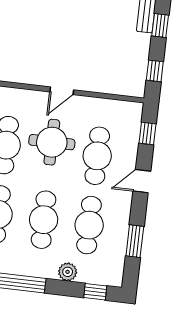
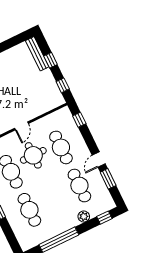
door: (142, 181) -> (99, 159), moved
cafe table: (44, 220) -> (54, 198), removed

